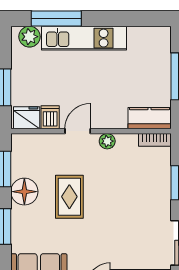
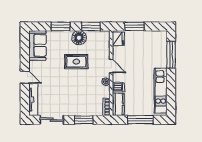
plant: (29, 37) -> (161, 40), removed
kitchen unit: (84, 38) -> (161, 91), moved
dishwasher: (50, 117) -> (119, 87), moved

